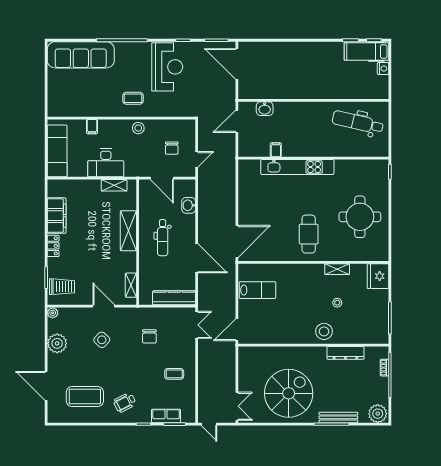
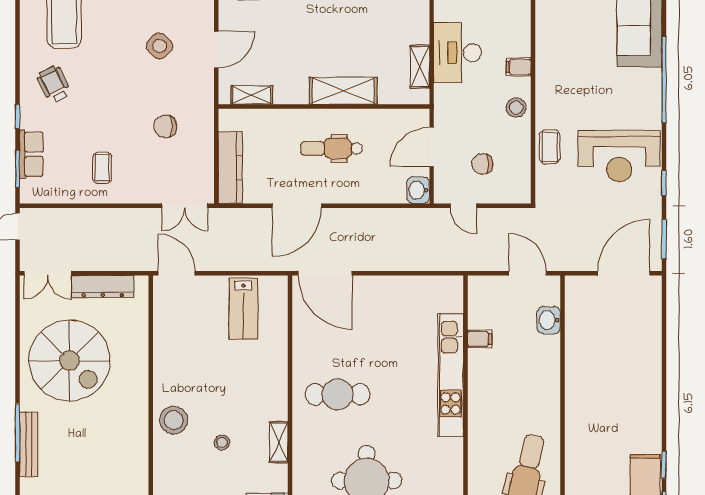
coffee table: (133, 98) -> (550, 147), moved
filing cabinet: (92, 127) -> (519, 67), moved
washbasin: (189, 205) -> (418, 190), moved, turned -90
dresser: (345, 353) -> (103, 286), moved, turned -90

